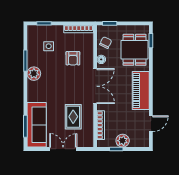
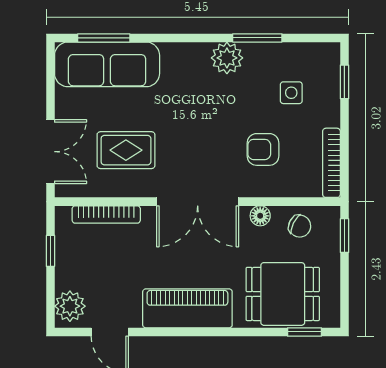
plant: (123, 141) -> (70, 306), moved
double door: (63, 149) -> (50, 152), moved

